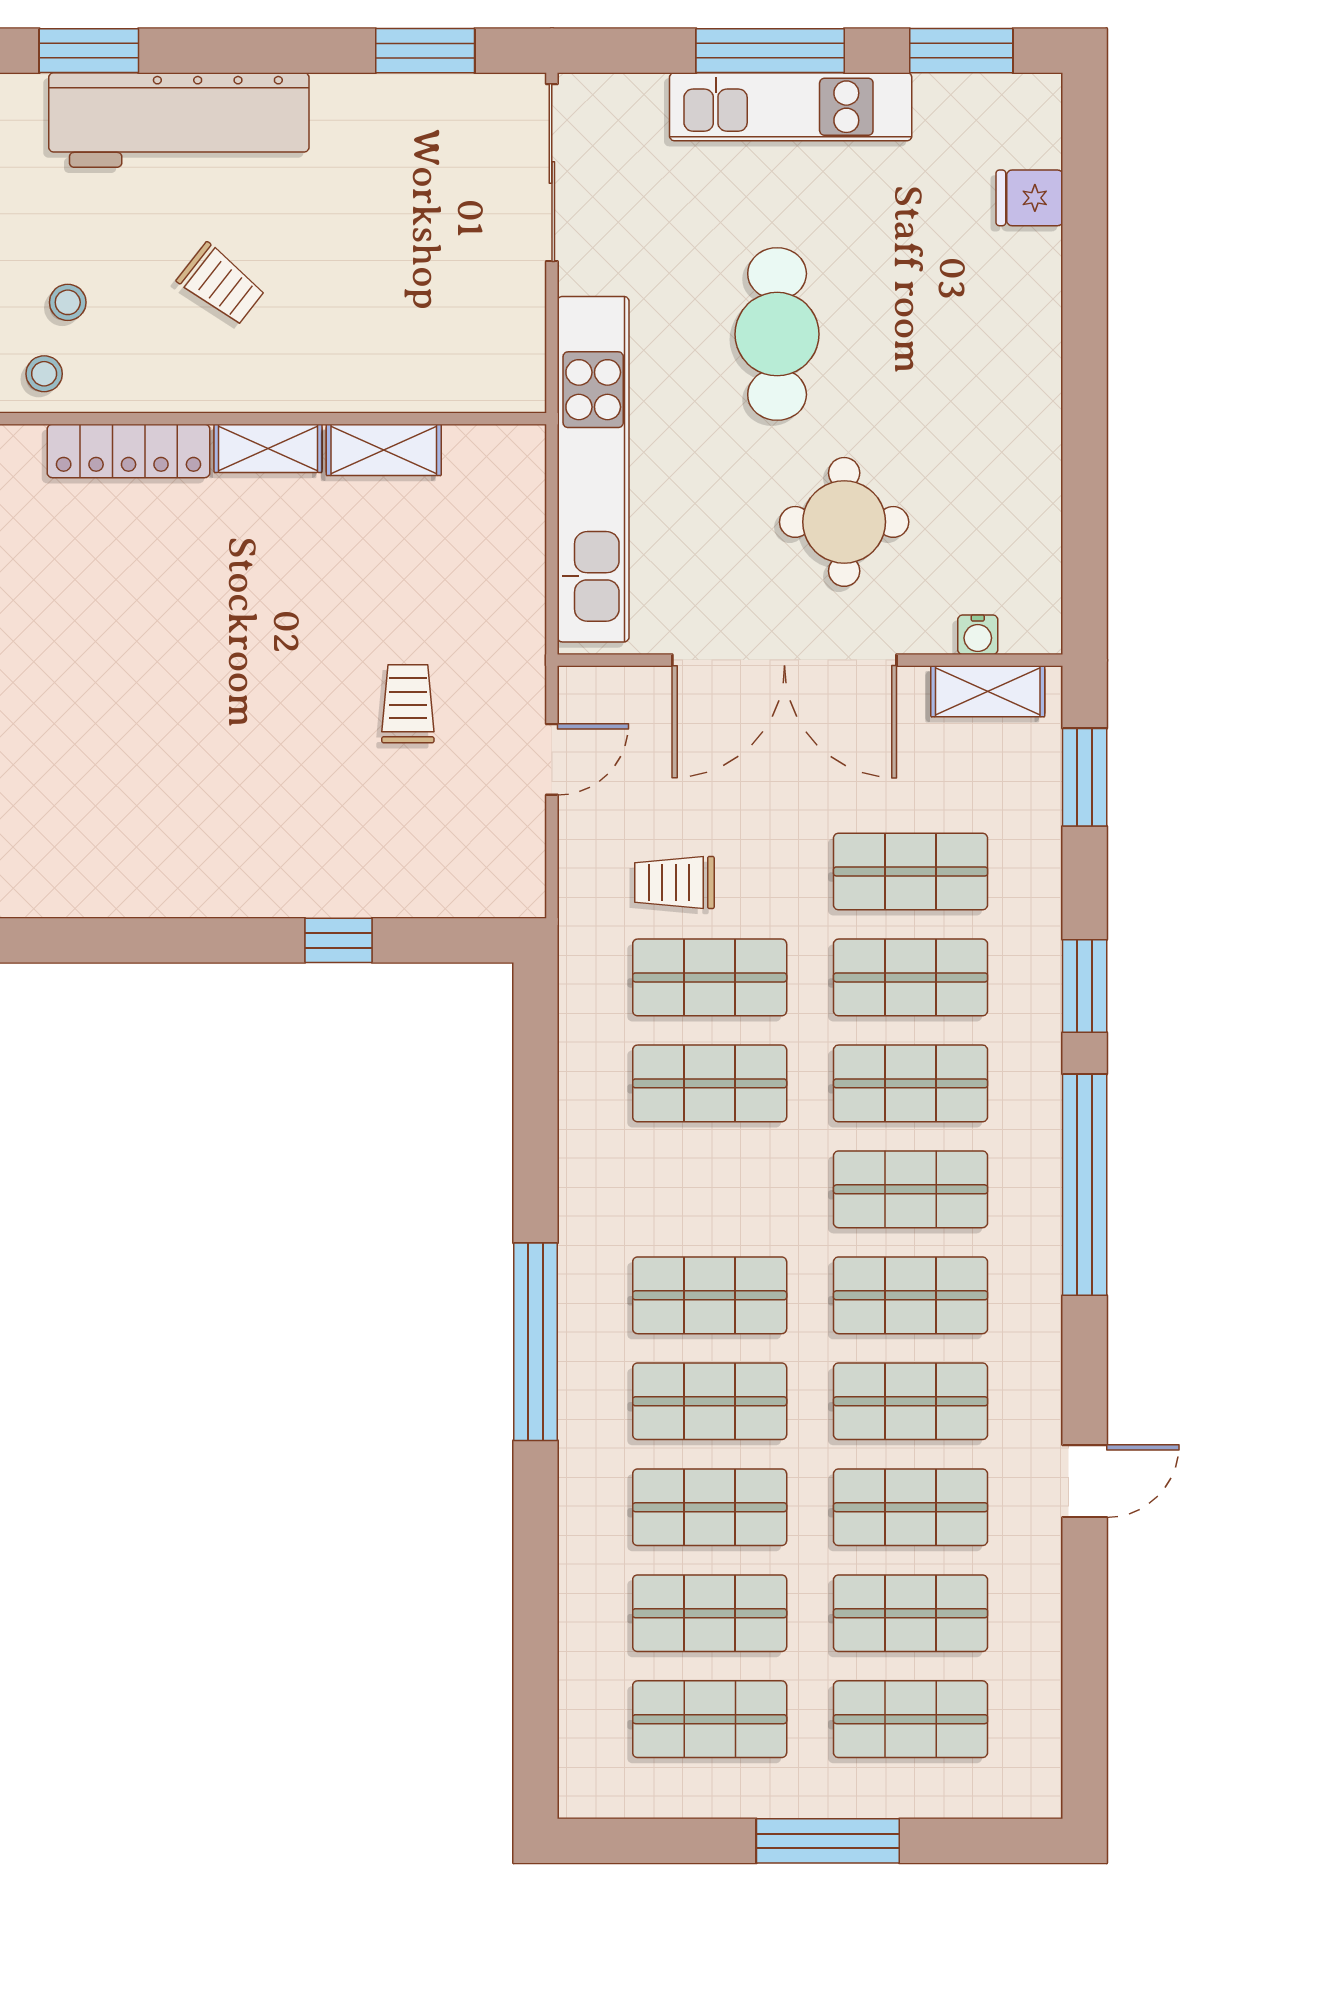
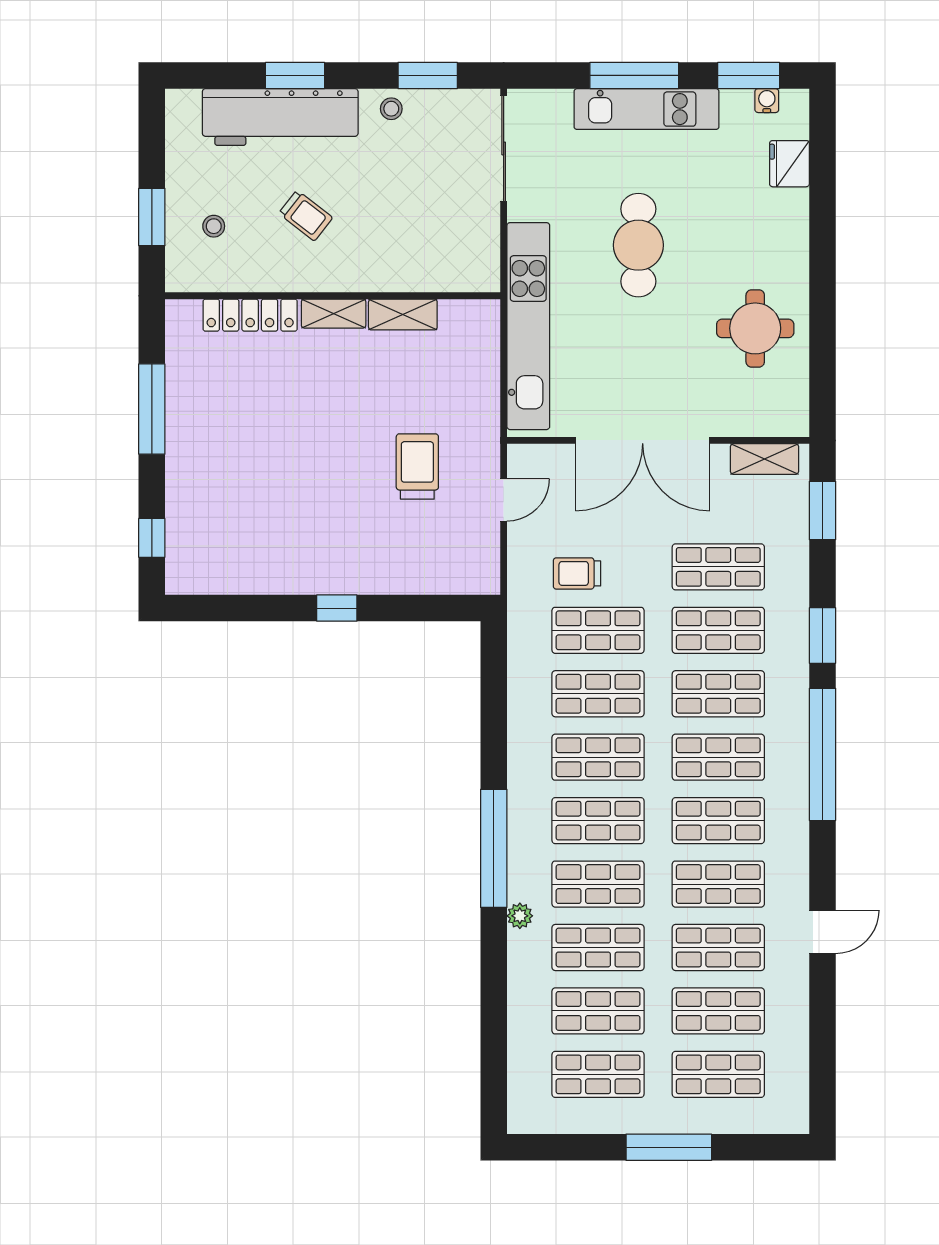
window: (89, 51) -> (295, 75), moved
fridge: (1029, 198) -> (789, 164), width x1.38
stool: (44, 374) -> (391, 109), moved
round table: (844, 522) -> (755, 328), moved
water cooler: (978, 635) -> (767, 101), moved, turned 180
trolley: (408, 704) -> (417, 466), width x1.36, depth x1.39
window: (338, 940) -> (337, 608), moved
shop shelf: (710, 1189) -> (598, 757), added
plant: (579, 1454) -> (520, 916), added

